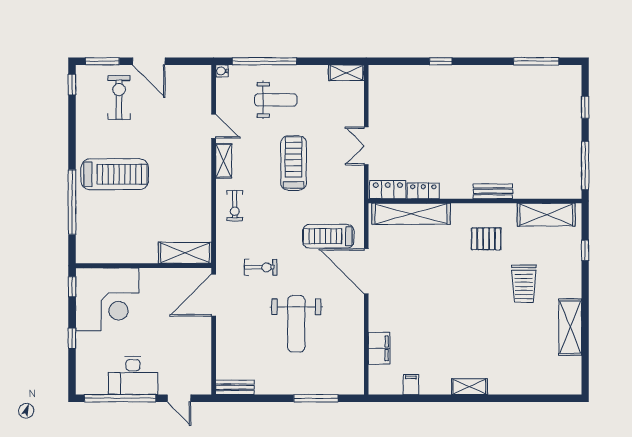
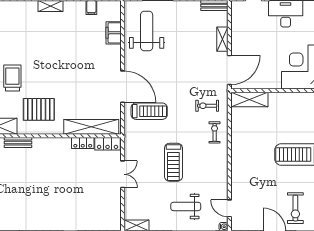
door: (214, 126) -> (229, 208), moved
shelving: (224, 161) -> (222, 39), moved
bench: (493, 191) -> (18, 143), moved
pallet: (486, 239) -> (39, 109), width x1.50, depth x1.42
exercise bike: (261, 267) -> (207, 106), moved
weight bench: (296, 324) -> (147, 31), moved

